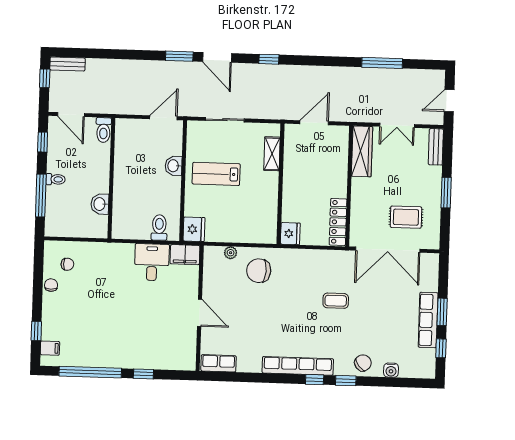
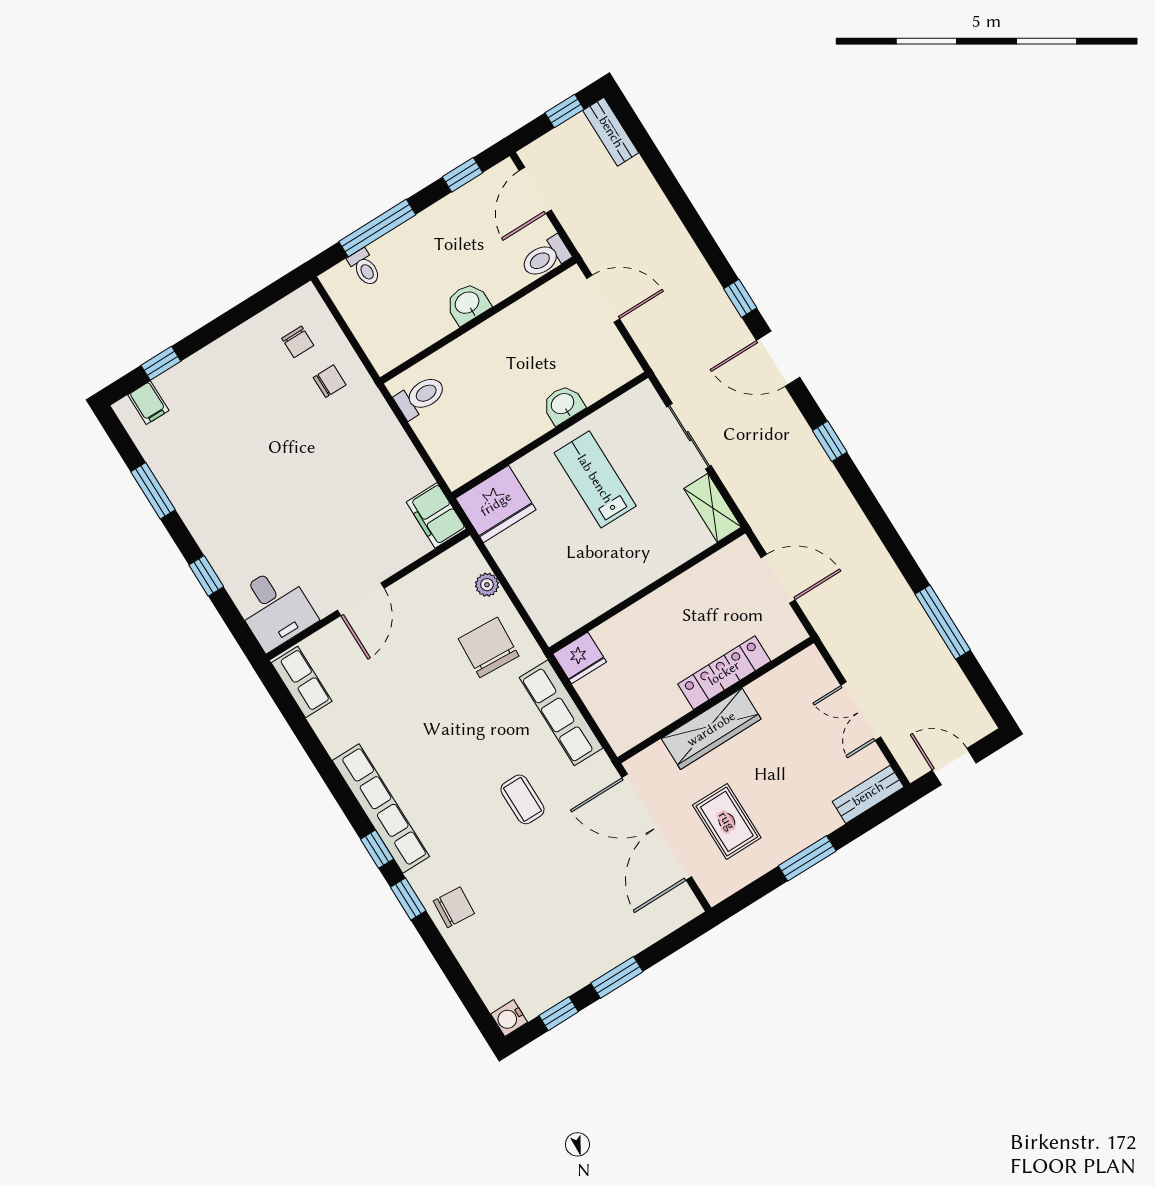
window: (179, 56) -> (740, 298), width x0.67
door: (217, 57) -> (778, 359), hinge flipped
door: (163, 118) -> (603, 299), moved
wardrobe: (362, 151) -> (711, 729), moved
shelving: (272, 154) -> (713, 508), moved, turned 90
toilet: (56, 179) -> (364, 268), moved
washbasin: (100, 204) -> (468, 303), moved
locker: (338, 222) -> (724, 673), moved
toilet: (159, 227) -> (420, 397), moved
fridge: (194, 229) -> (496, 504), width x1.36, depth x1.34
desk: (152, 262) -> (275, 608), moved, turned 90
chair: (51, 285) -> (330, 381), moved
row of seats: (428, 320) -> (561, 713), moved, turned -90
chair: (363, 363) -> (454, 907), turned -48
water cooler: (391, 370) -> (509, 1018), moved
window: (90, 372) -> (153, 491), width x0.47

